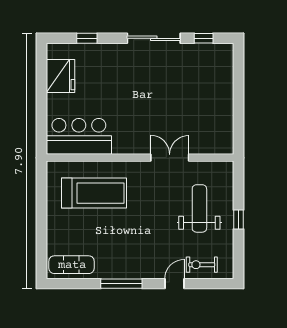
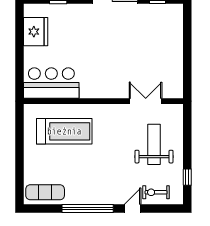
double door: (170, 158) -> (146, 101), moved
window: (238, 219) -> (187, 177), moved
window: (121, 284) -> (88, 208), width x1.46

